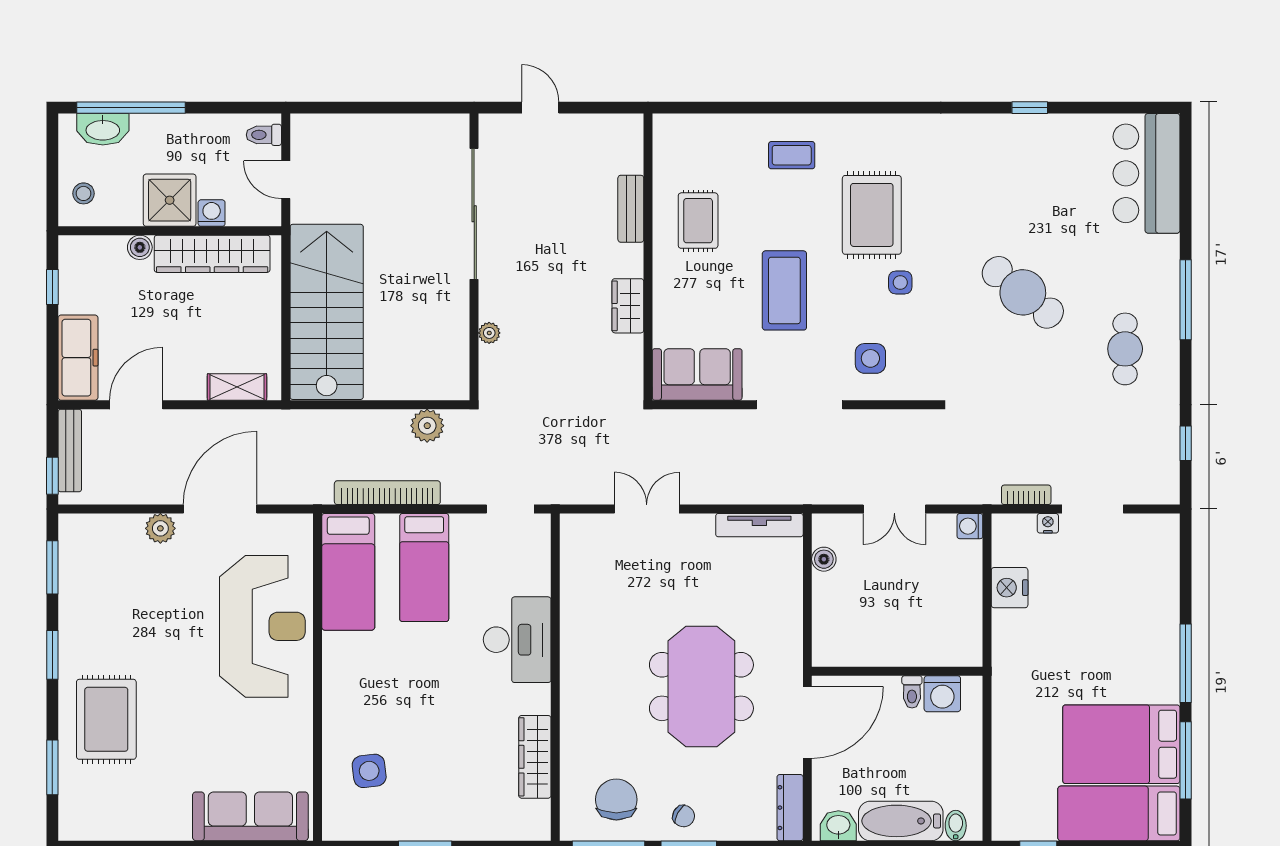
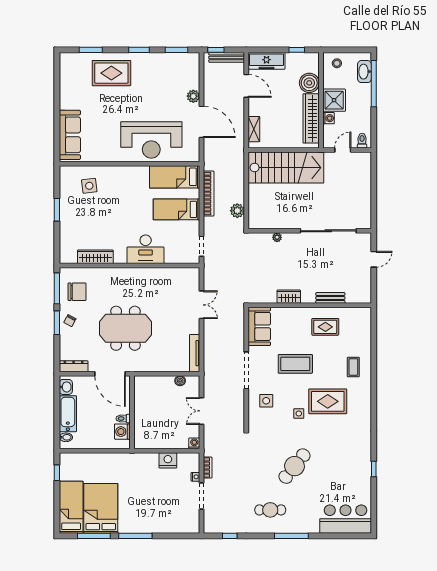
boiler: (140, 247) -> (309, 83), width x1.86, depth x1.86

